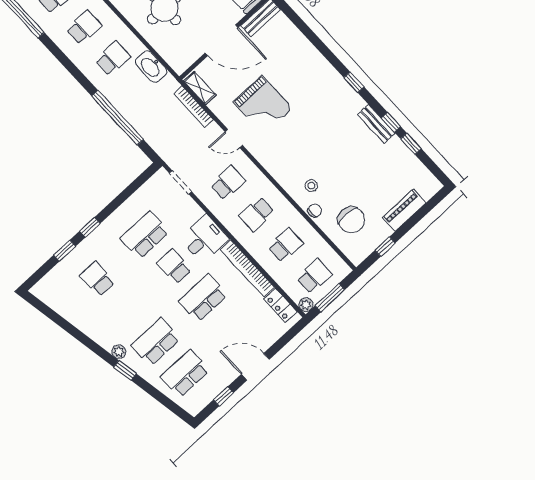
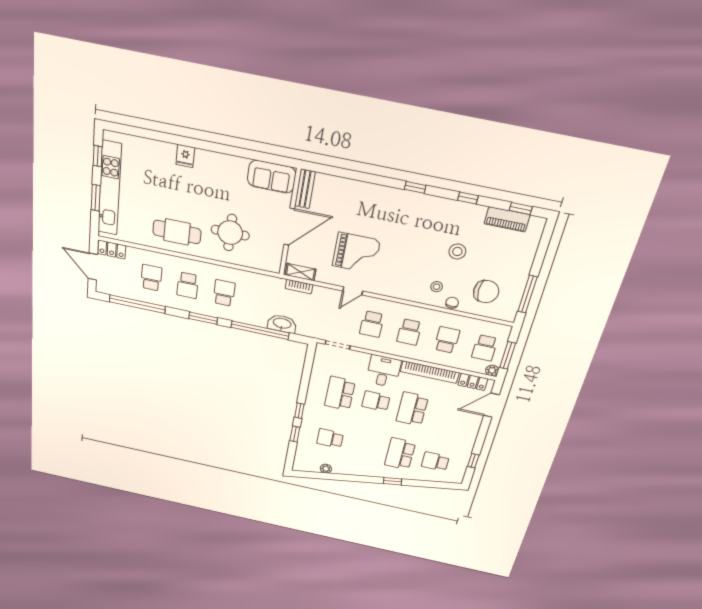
school desk: (84, 27) -> (188, 285), turned 180
washbasin: (151, 67) -> (282, 324), moved, turned 180
window: (72, 68) -> (203, 318), added
bookcase: (193, 107) -> (299, 287), width x0.64
bench: (376, 124) -> (456, 207), removed
window: (411, 144) -> (521, 209), moved
stool: (351, 165) -> (457, 251), added
school desk: (228, 183) -> (372, 324), turned 180
piano: (404, 210) -> (507, 219), moved, turned -90
window: (385, 247) -> (528, 294), width x2.17
school desk: (314, 276) -> (485, 348), turned 180
plant: (119, 352) -> (326, 469), moved
door: (255, 367) -> (491, 405), moved
school desk: (185, 374) -> (435, 461), width x0.54

